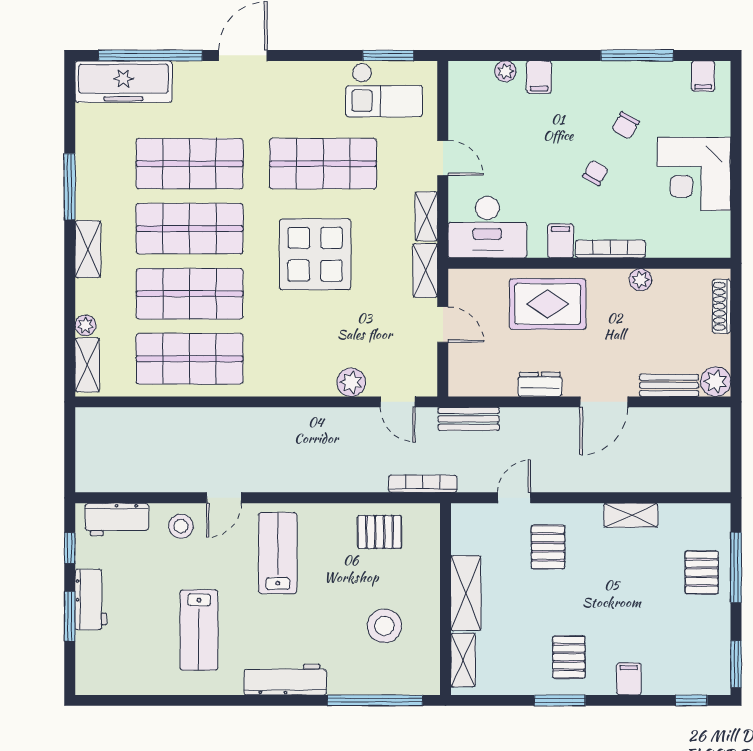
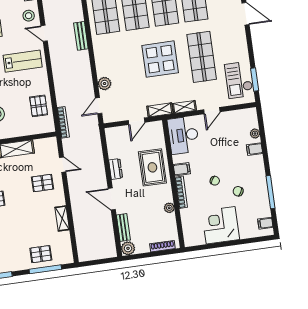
bench: (469, 419) -> (81, 36), moved

